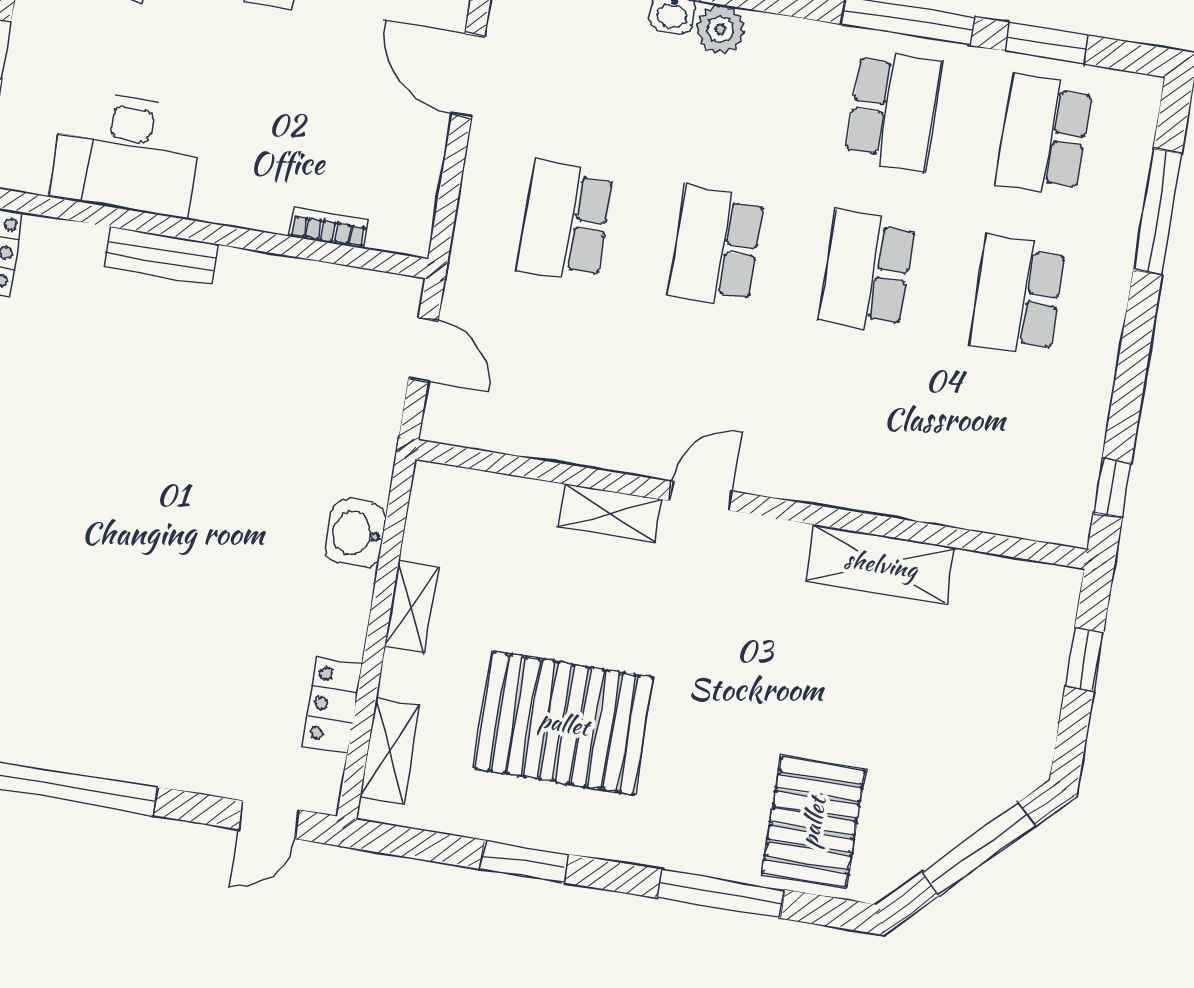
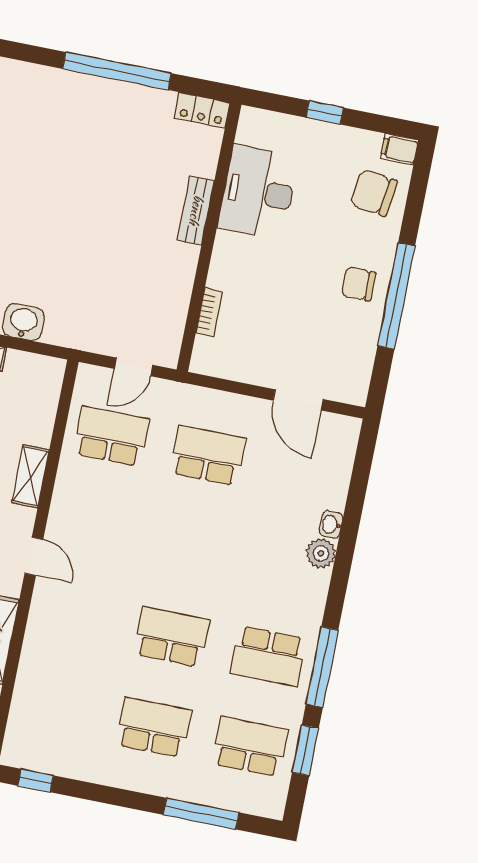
door: (468, 75) -> (298, 400), swing flipped
school desk: (716, 246) -> (111, 436), moved
door: (701, 496) -> (34, 556), moved

